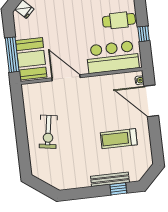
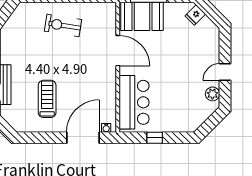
cafe table: (119, 20) -> (172, 114), removed
door: (66, 78) -> (118, 51), hinge flipped

